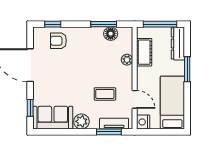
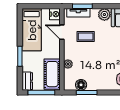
dresser: (178, 43) -> (27, 81), width x0.70
cot: (144, 52) -> (52, 74), width x1.37, depth x1.34

